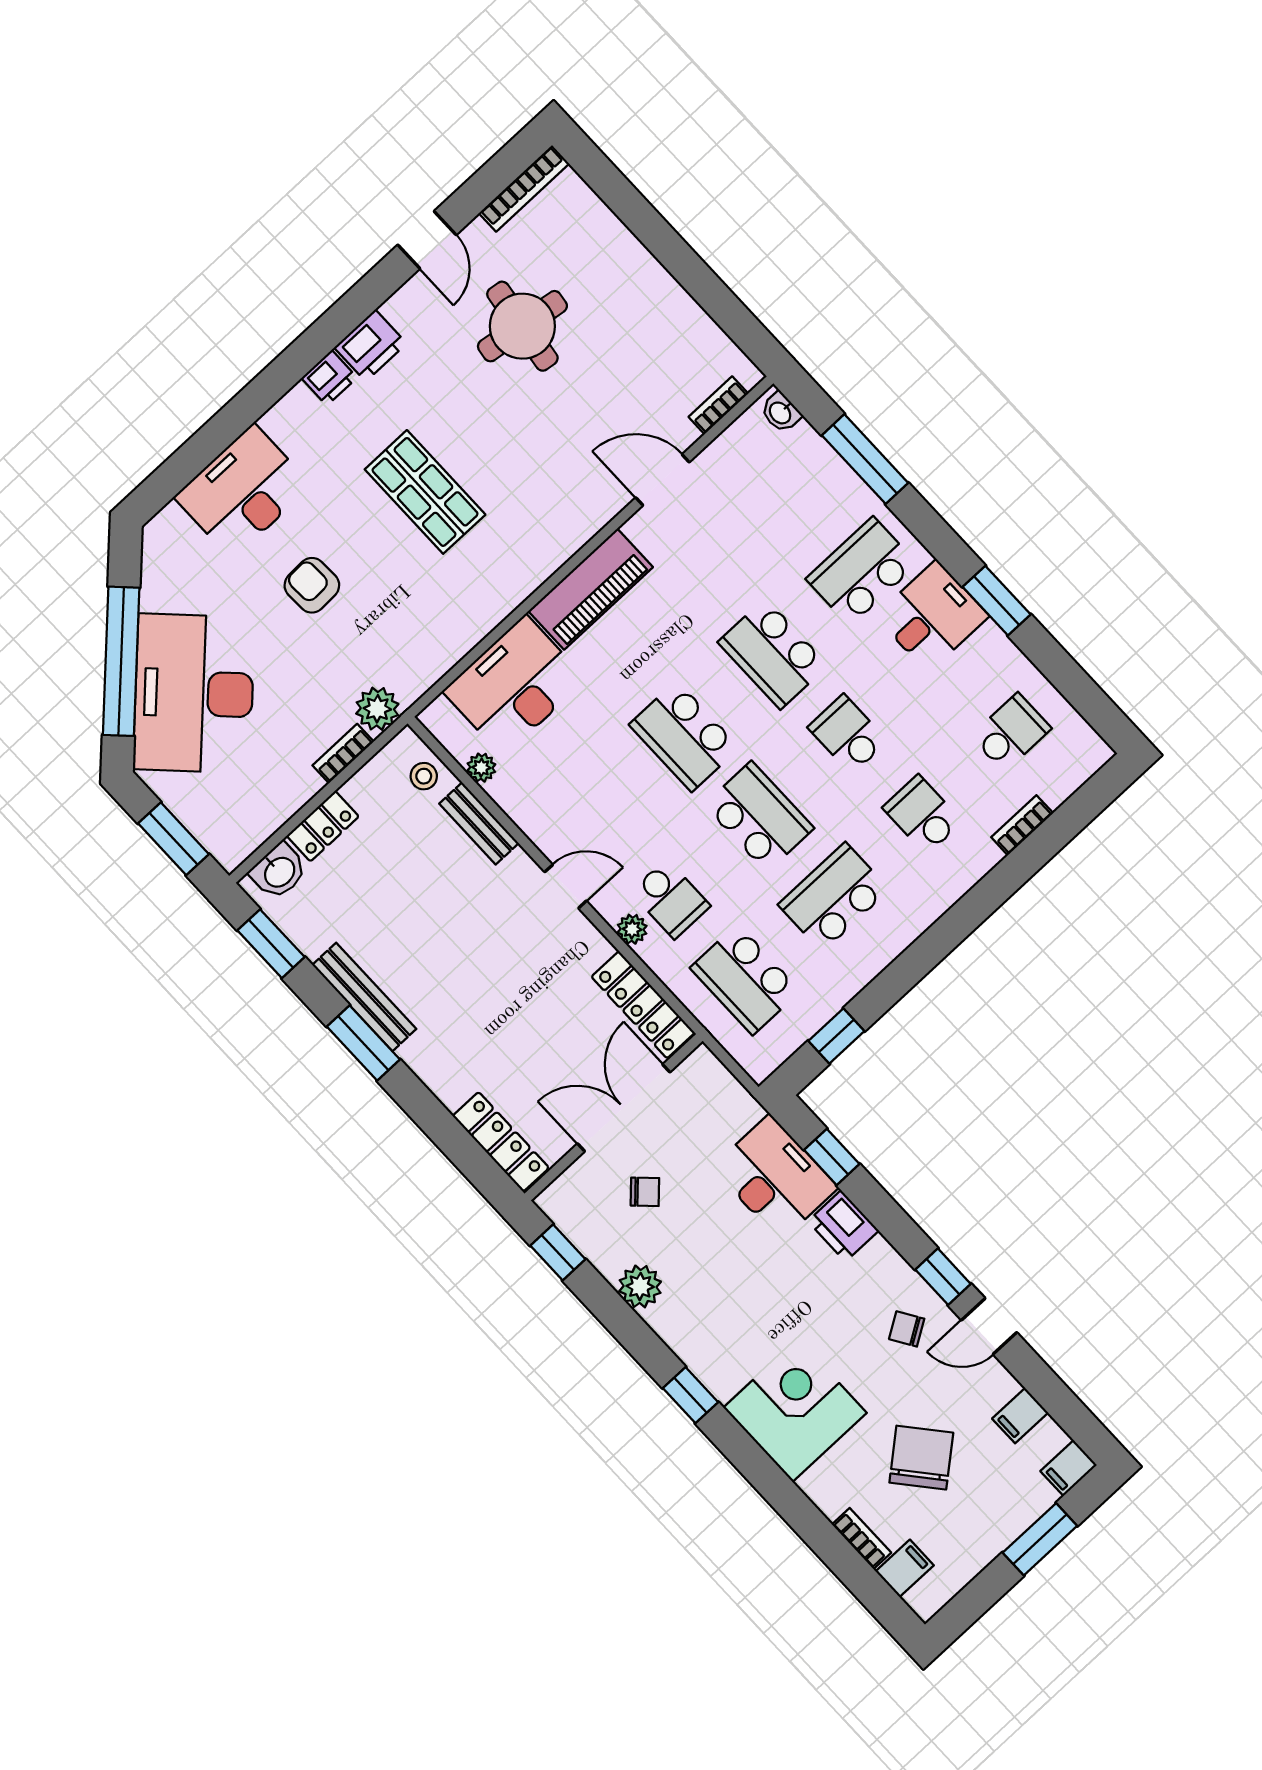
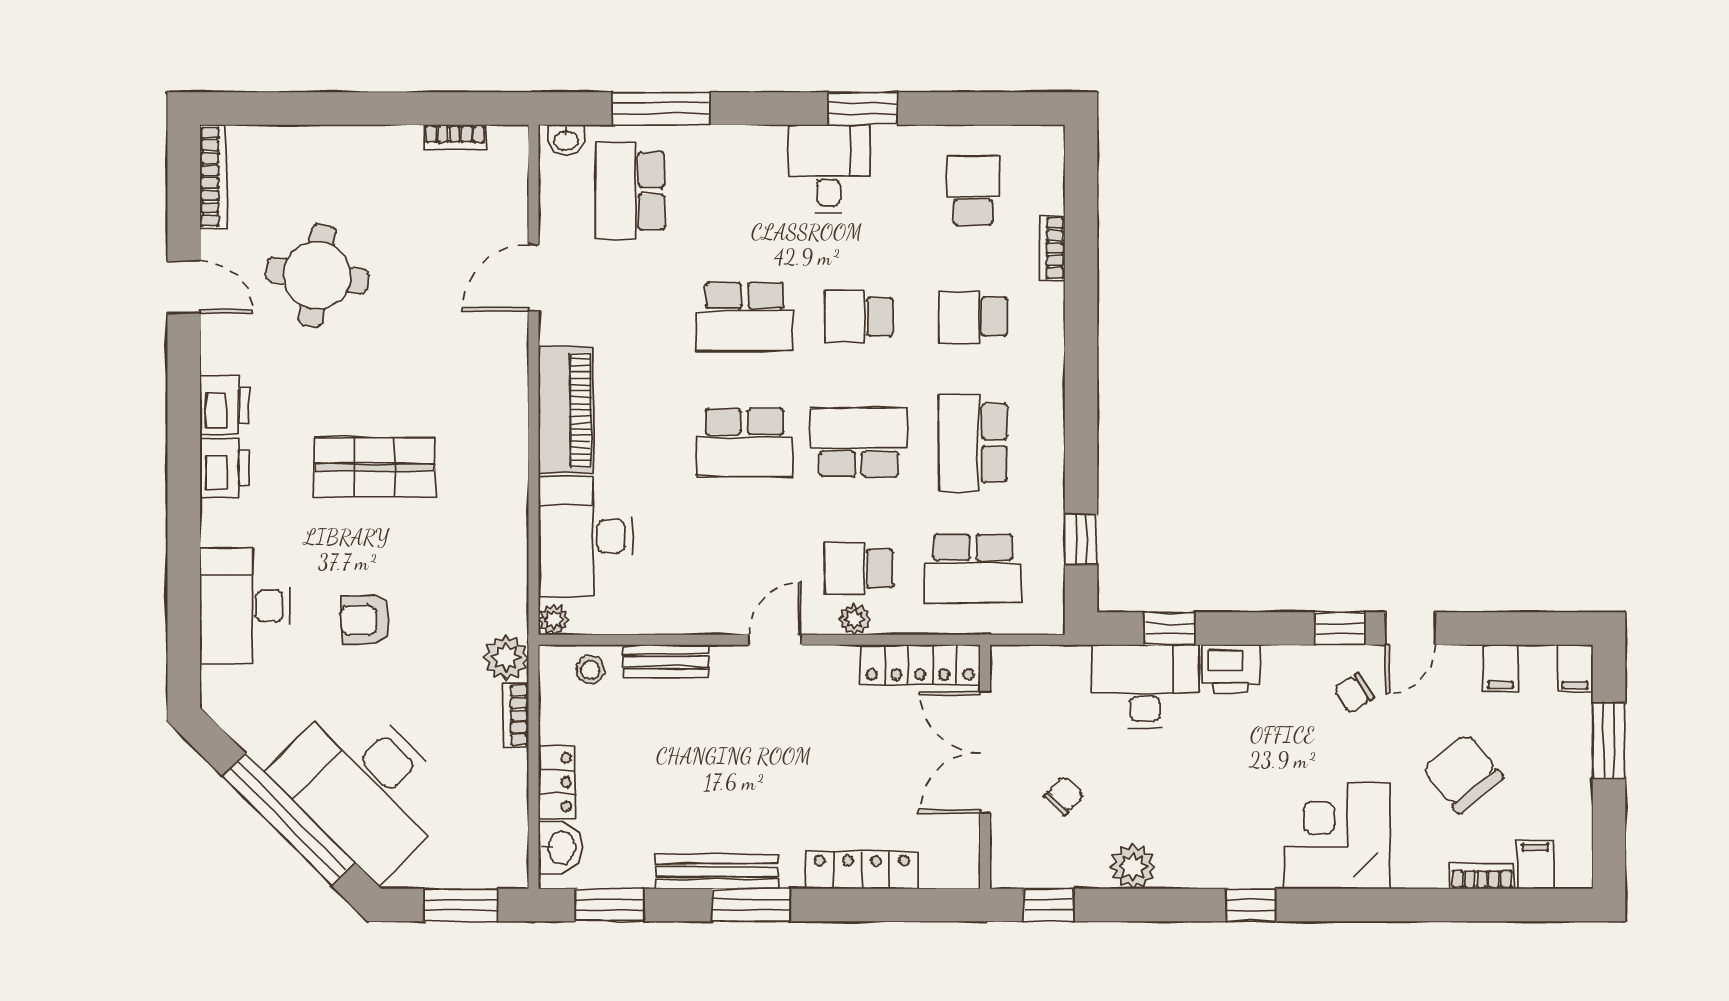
printer: (329, 378) -> (224, 467), width x1.36, depth x1.24
bookcase: (718, 405) -> (455, 137), moved, turned -90
school desk: (861, 571) -> (630, 191), moved
plant: (481, 768) -> (554, 620), moved
school desk: (670, 899) -> (859, 569), turned 180
locker: (501, 1142) -> (862, 870), moved

